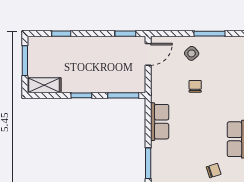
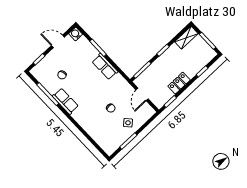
locker: (97, 44) -> (179, 83), added
door: (148, 54) -> (142, 94), moved
row of seats: (160, 122) -> (105, 67), moved

